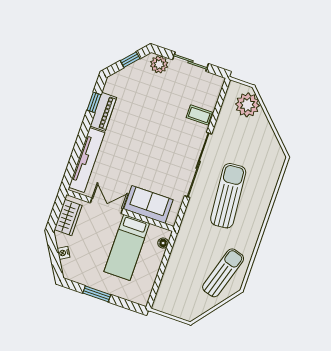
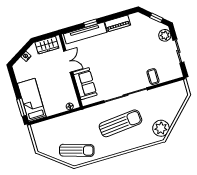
window: (94, 102) -> (91, 23), moved
plant: (247, 105) -> (161, 128), moved
bed: (127, 247) -> (32, 100), moved, turned 90
window: (97, 294) -> (22, 107), moved

